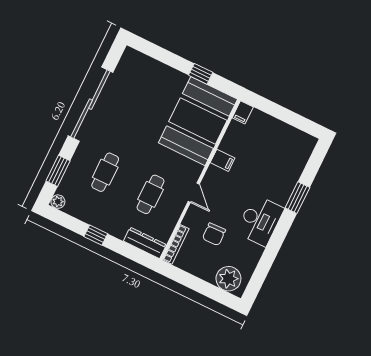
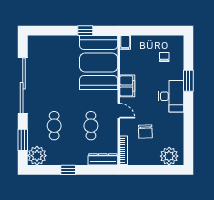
chair: (282, 154) -> (164, 57), added
filing cabinet: (223, 160) -> (127, 86), width x2.00
plant: (58, 202) -> (37, 156), width x1.88, depth x1.88
desk: (260, 220) -> (171, 96), moved

